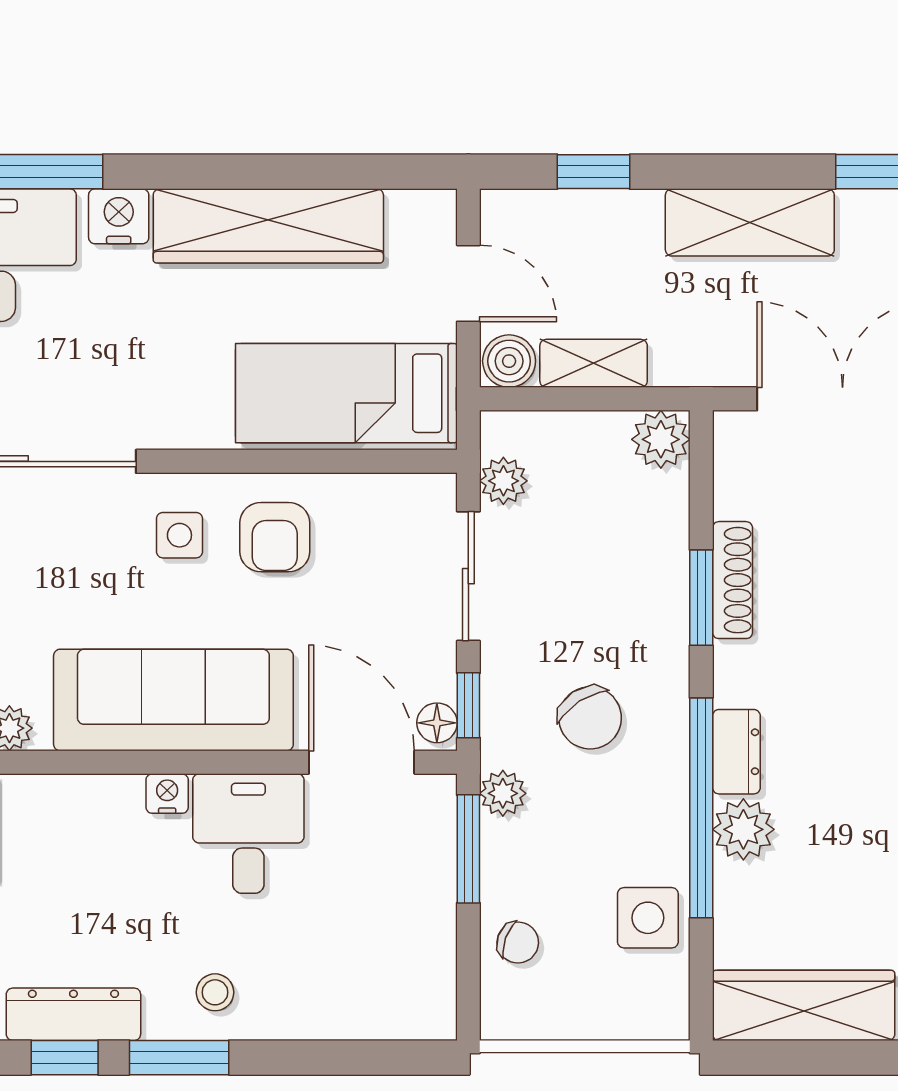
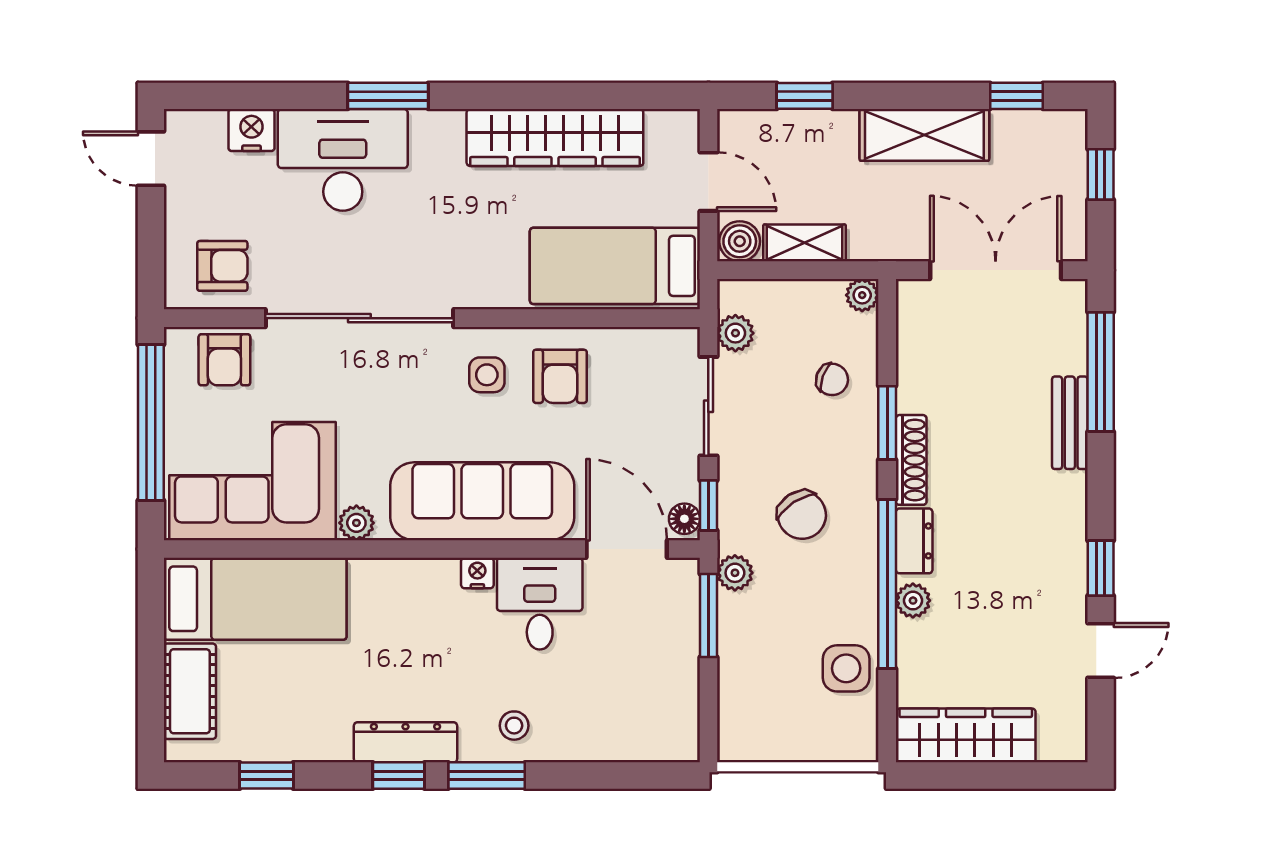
nightstand: (119, 216) -> (440, 130), removed
plant: (661, 439) -> (862, 295), width x0.73, depth x0.73
shoe rack: (733, 580) -> (911, 460), moved
plant: (743, 829) -> (913, 601), width x0.73, depth x0.73
chair: (518, 942) -> (832, 379), moved

